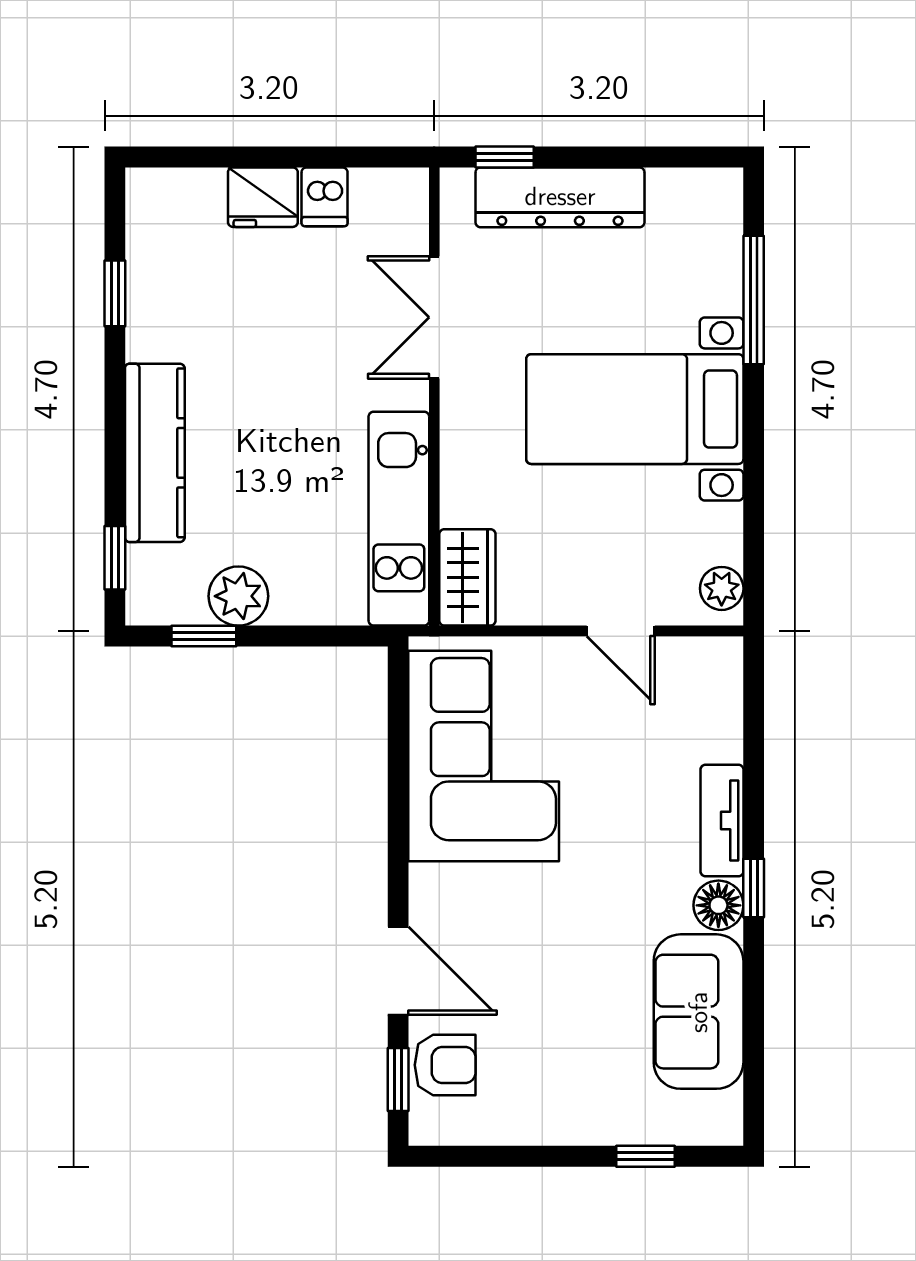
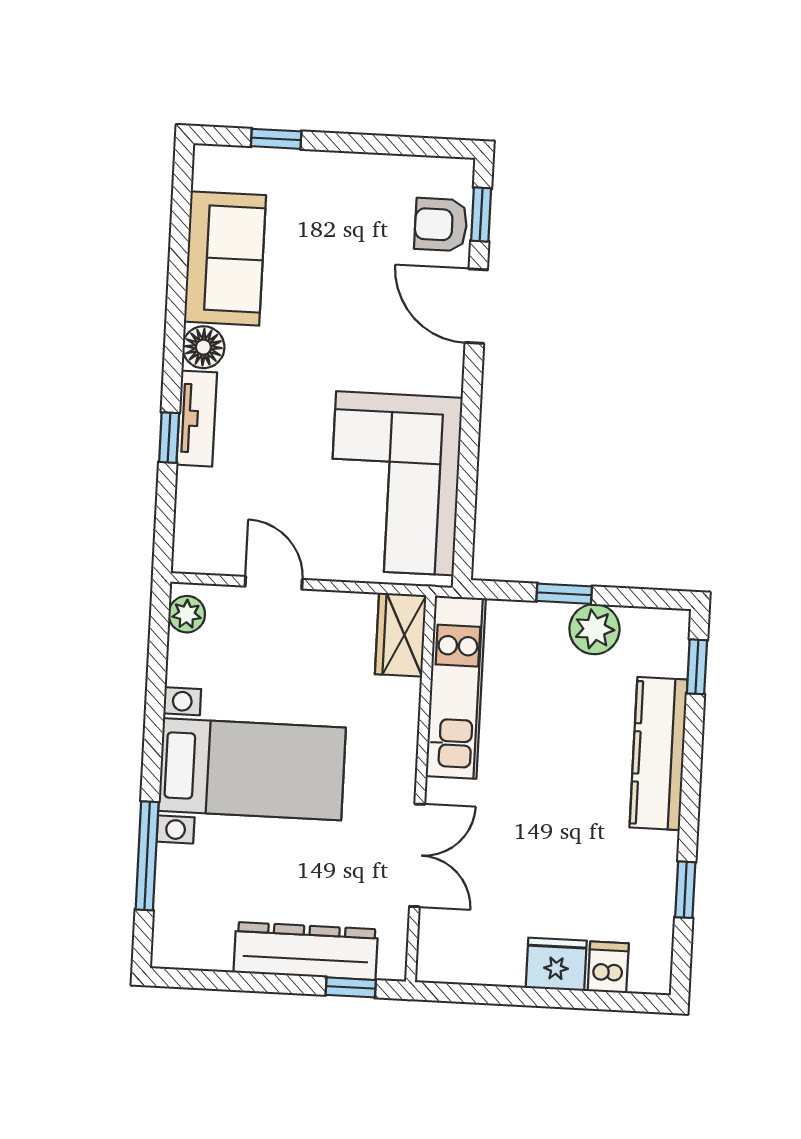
dishwasher: (325, 197) -> (608, 967), moved
window: (204, 636) -> (564, 594), moved
window: (754, 888) -> (169, 438), moved

